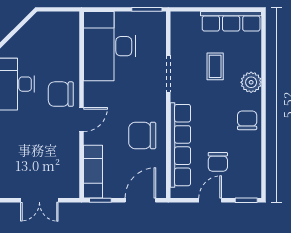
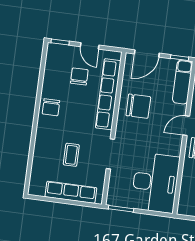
row of seats: (231, 21) -> (71, 192), moved
plant: (251, 82) -> (44, 138), removed
door: (210, 200) -> (90, 46), hinge flipped

